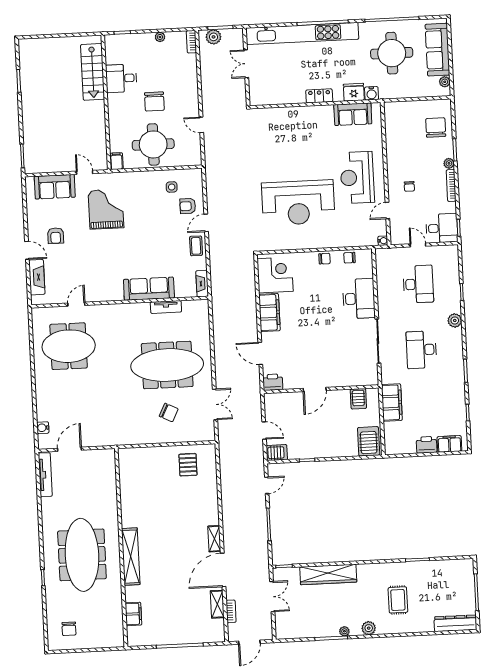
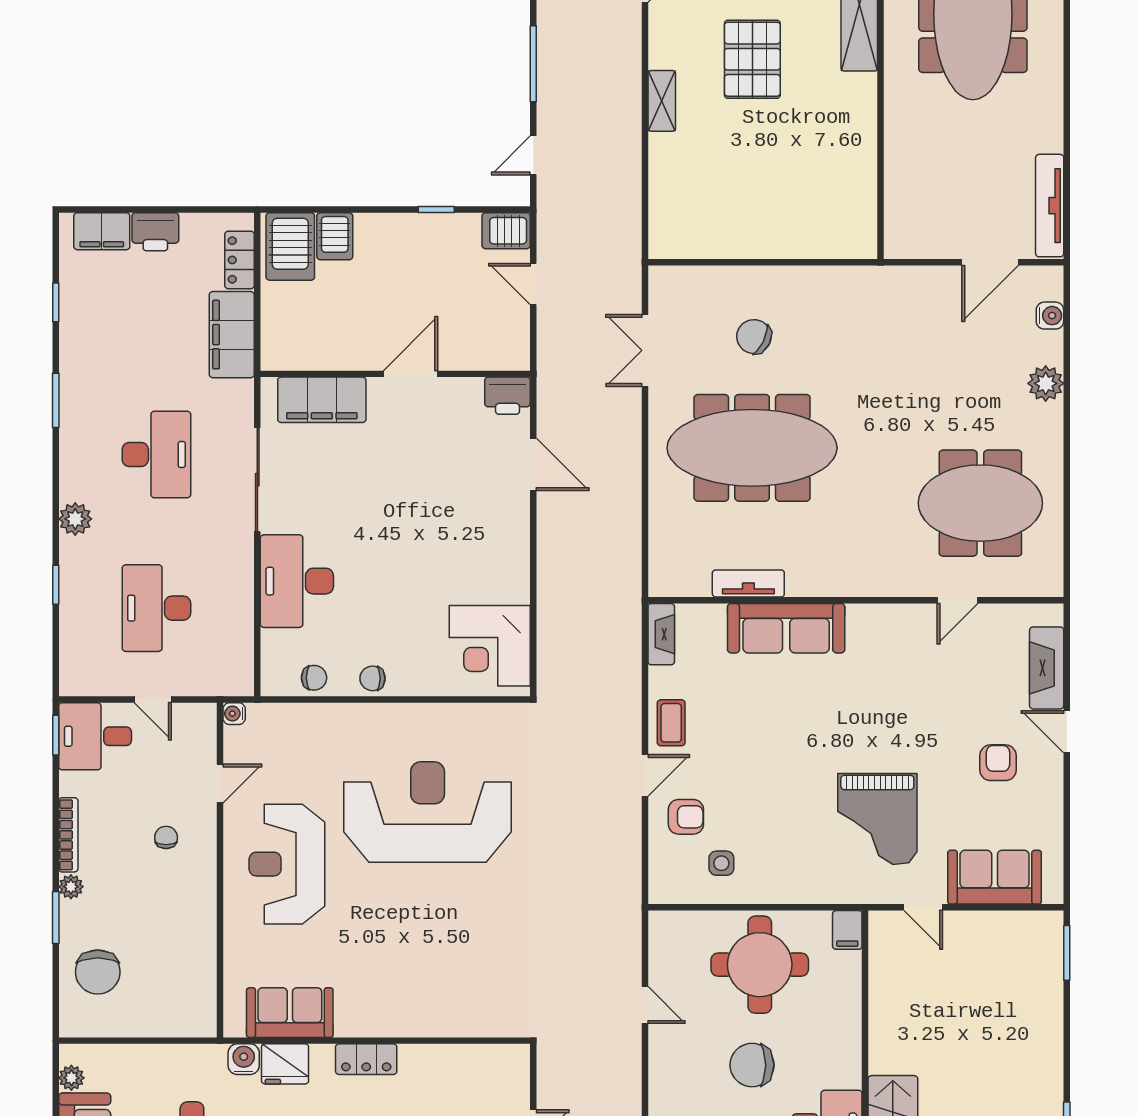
chair: (154, 101) -> (752, 1065), turned -90
reception desk: (357, 178) -> (287, 864), turned 180
filing cabinet: (269, 313) -> (322, 400), moved, turned -90
plant: (43, 399) -> (1046, 383), added
server rack: (358, 399) -> (335, 236), moved, turned 180
locker: (390, 435) -> (240, 260), added
pallet: (188, 465) -> (752, 59), moved, width x1.50, depth x1.42
shelving: (214, 539) -> (662, 101), moved

